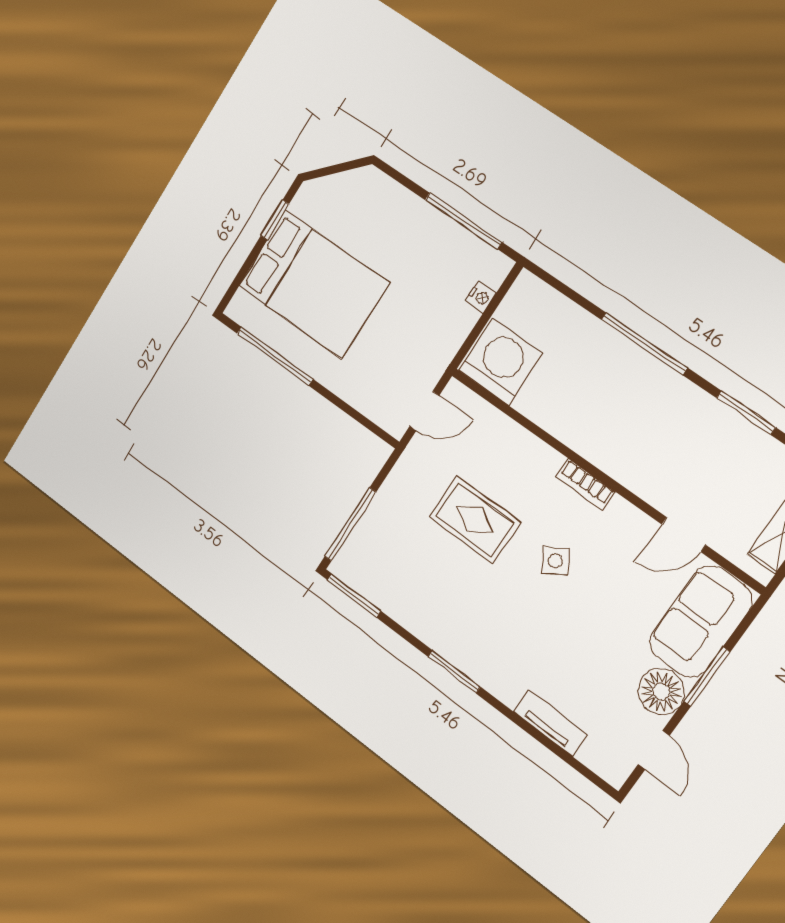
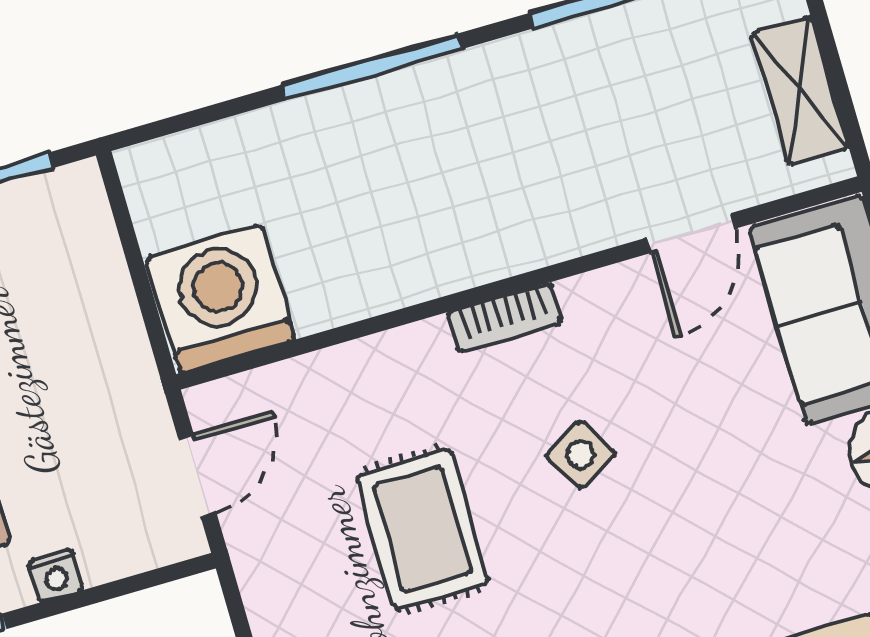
nightstand: (481, 297) -> (56, 576), moved, turned 90
rug: (475, 520) -> (422, 530), turned 90

